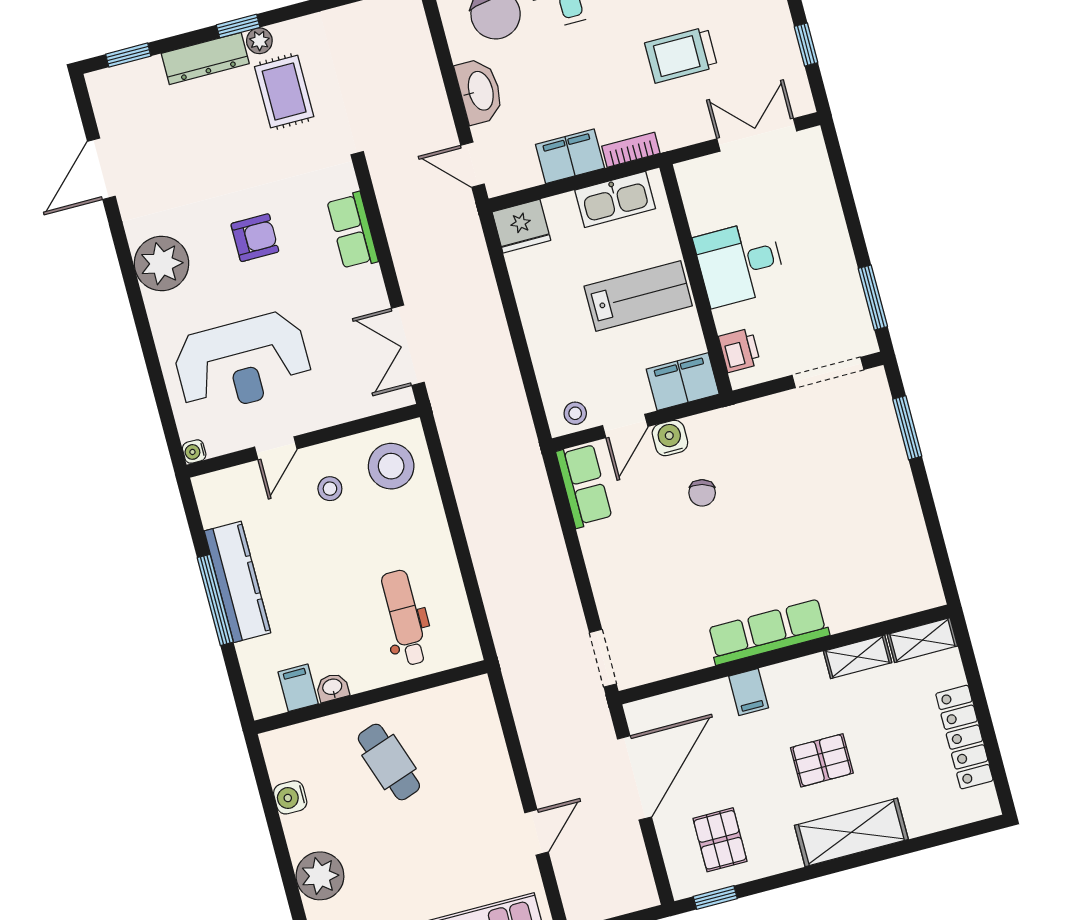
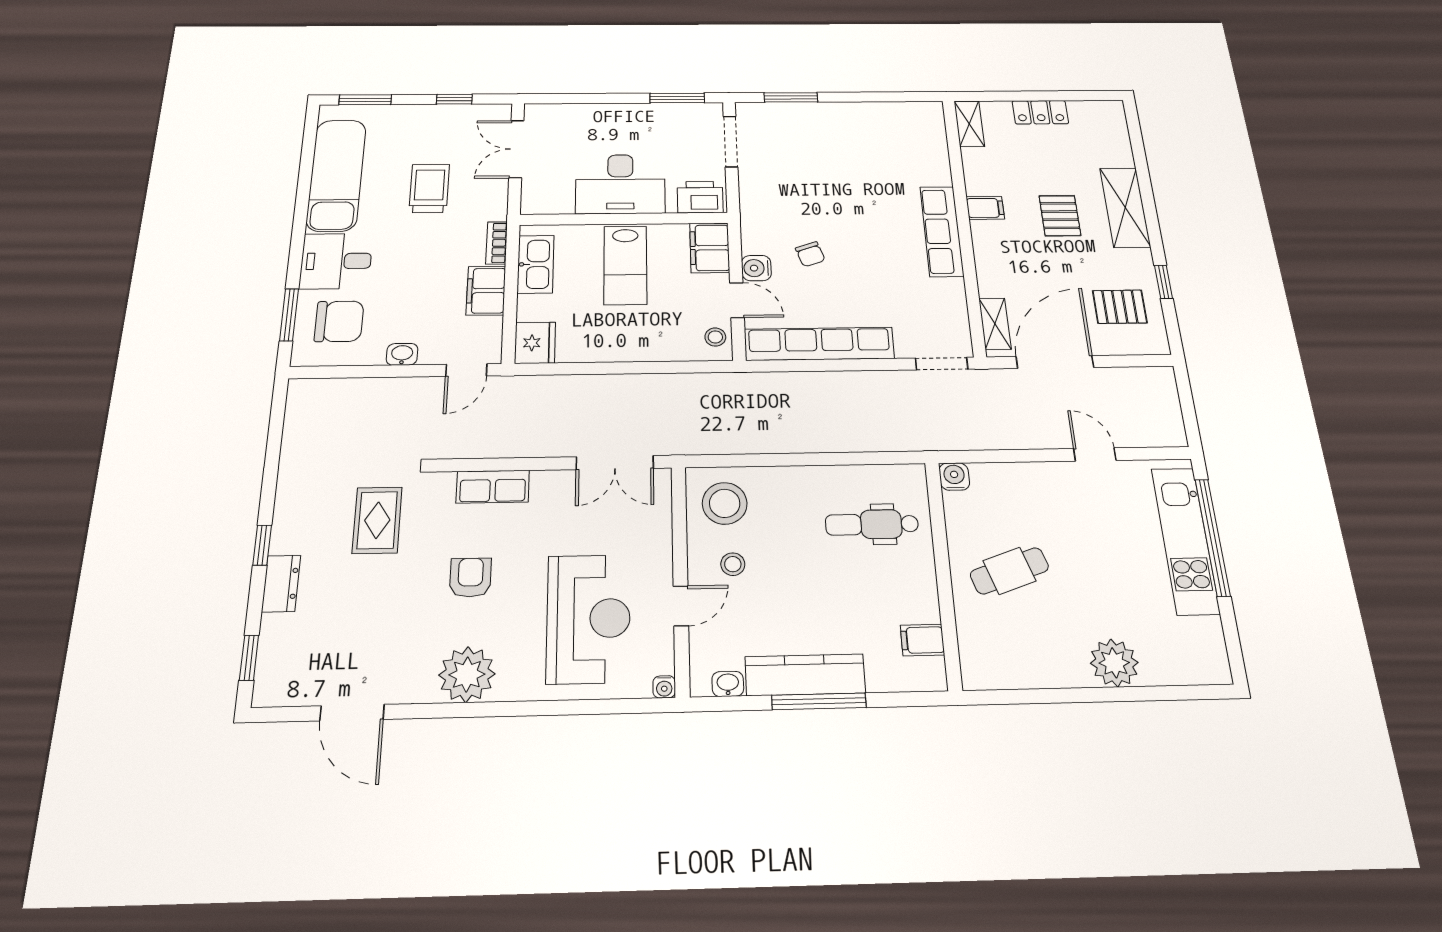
plant: (259, 41) -> (284, 529), removed
trolley: (681, 55) -> (429, 188), turned 180
dresser: (205, 59) -> (281, 584), width x0.70
washbasin: (480, 91) -> (402, 354), width x0.52, depth x0.69
rug: (284, 92) -> (377, 520), moved, turned 90
desk: (740, 263) -> (620, 184), width x1.37
lab bench: (638, 296) -> (625, 265), turned 180
printer: (739, 350) -> (700, 197), width x1.36, depth x1.24
door: (276, 448) -> (681, 606), hinge flipped
row of seats: (584, 485) -> (819, 344), width x2.02
chair: (702, 493) -> (810, 254), turned 56
shelving: (858, 657) -> (995, 324), moved
washbasin: (332, 687) -> (728, 684), moved, turned 90
filing cabinet: (749, 692) -> (985, 208), moved
locker: (964, 737) -> (1040, 112), width x0.66
door: (635, 778) -> (1055, 362), hinge flipped
water cooler: (290, 797) -> (954, 477), moved, turned 180
window: (715, 897) -> (1164, 282), moved

